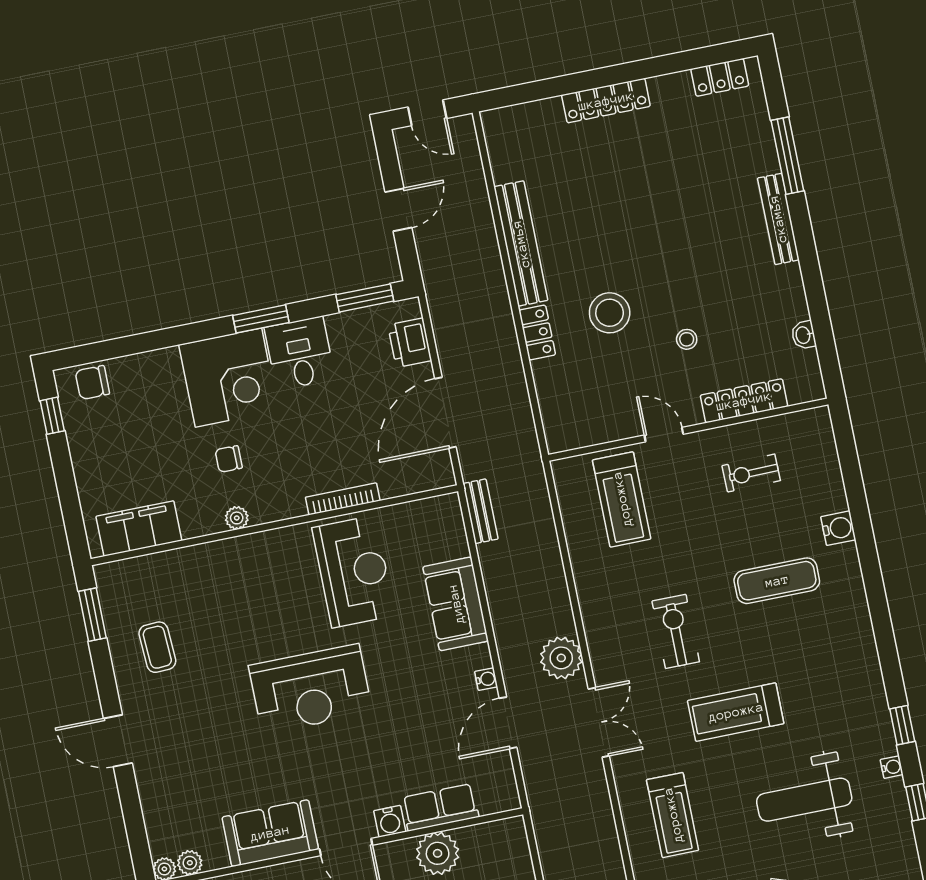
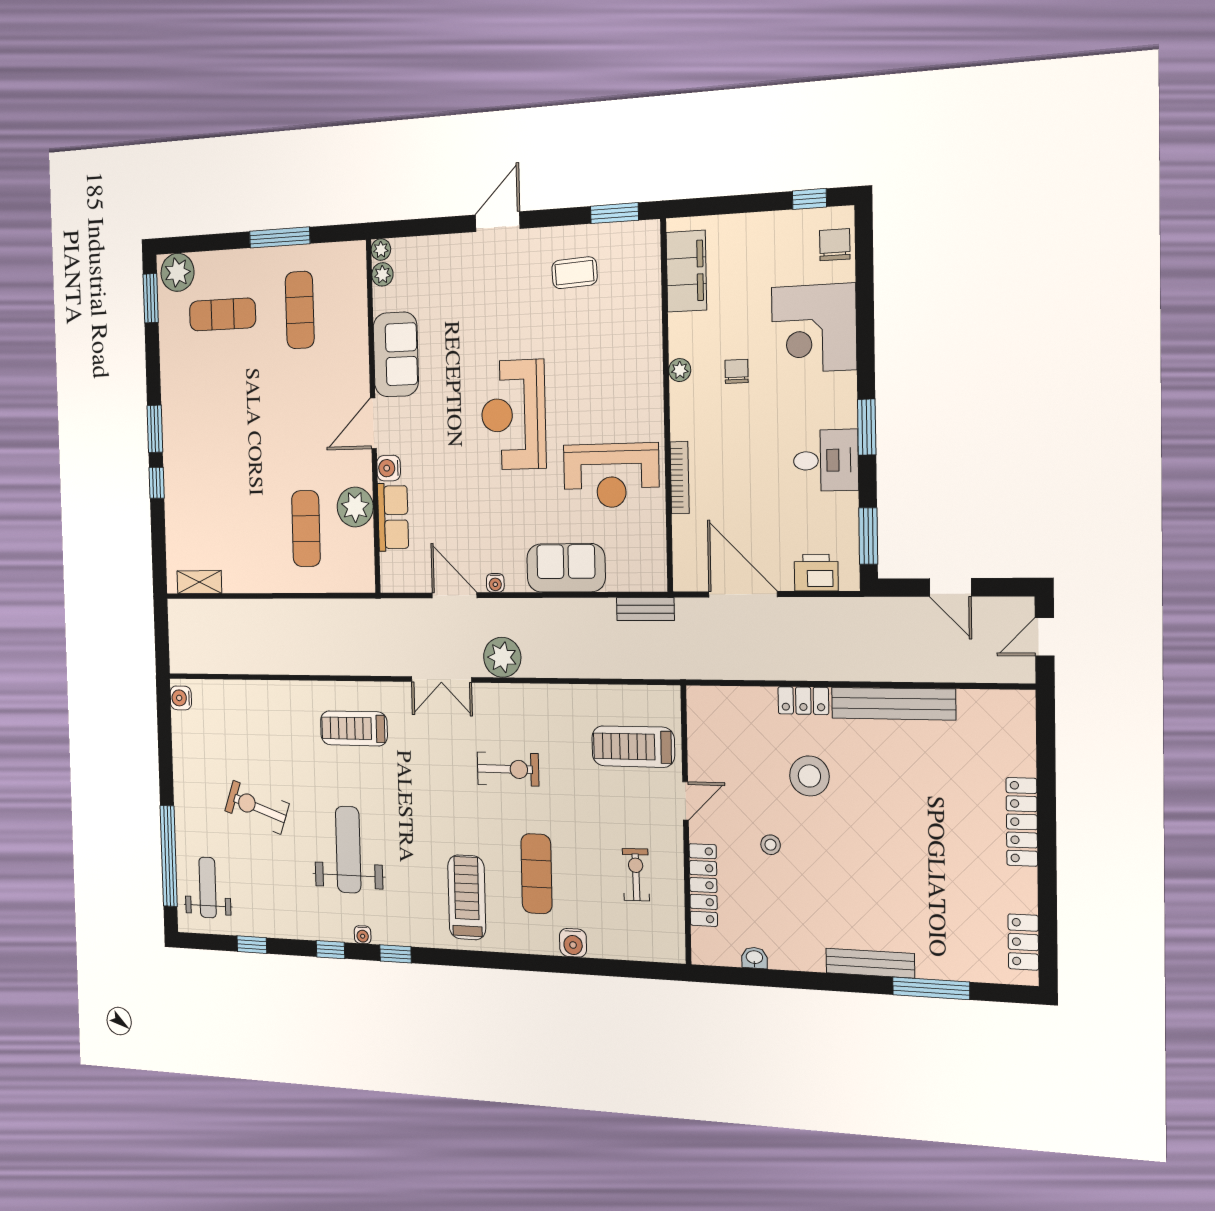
corner desk: (228, 378) -> (814, 328), moved
treadmill: (736, 712) -> (467, 897), moved

